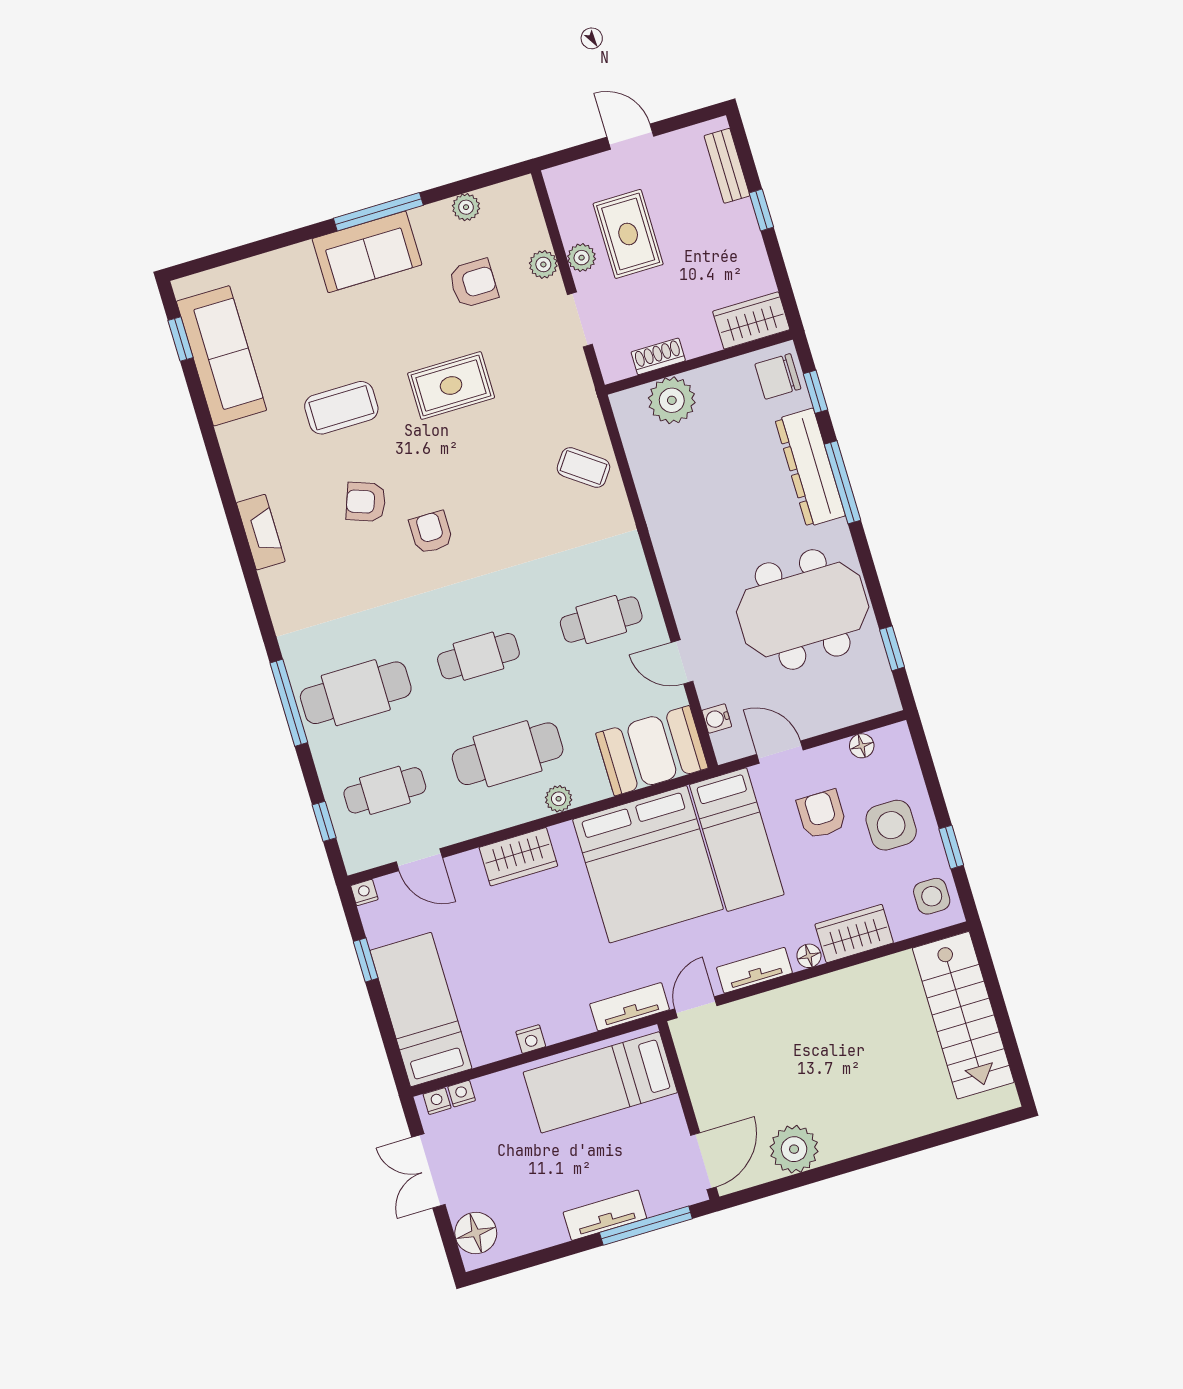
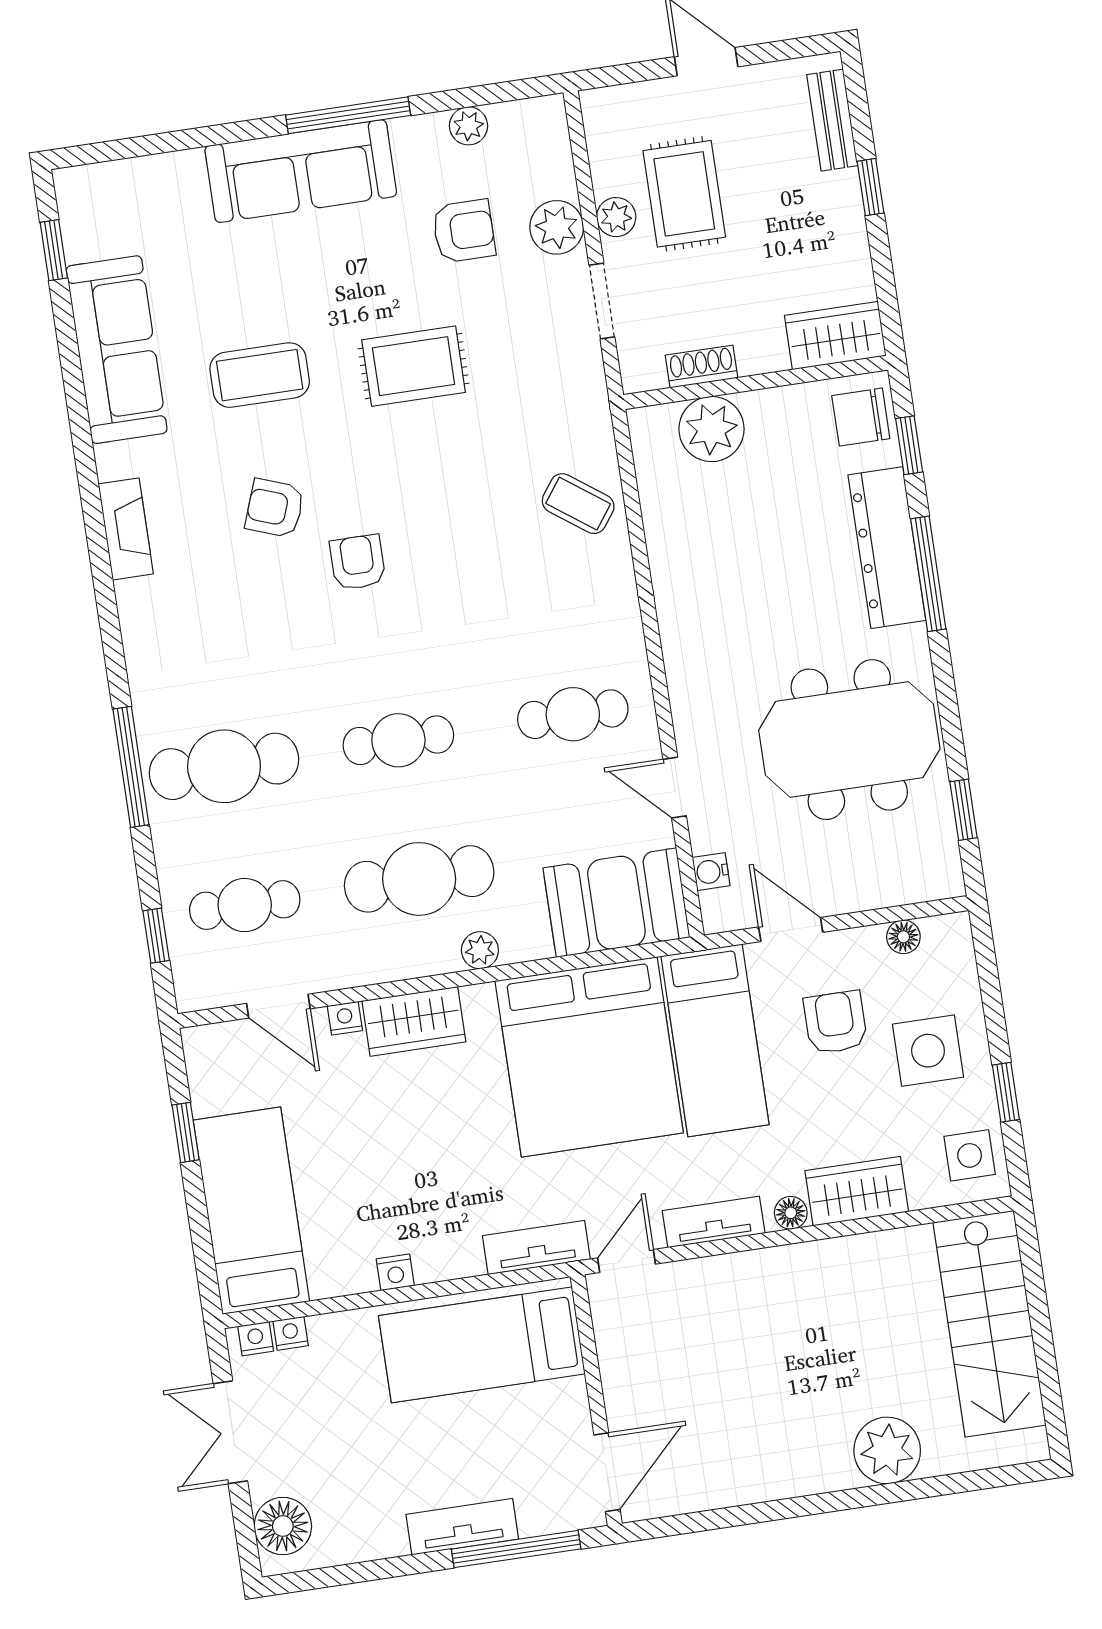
sofa: (367, 252) -> (301, 171), width x1.36
plant: (543, 264) -> (557, 227), width x1.38, depth x1.38
sofa: (221, 356) -> (117, 350), moved
nightstand: (364, 893) -> (345, 1018), moved
plant: (794, 1149) -> (887, 1450), moved

